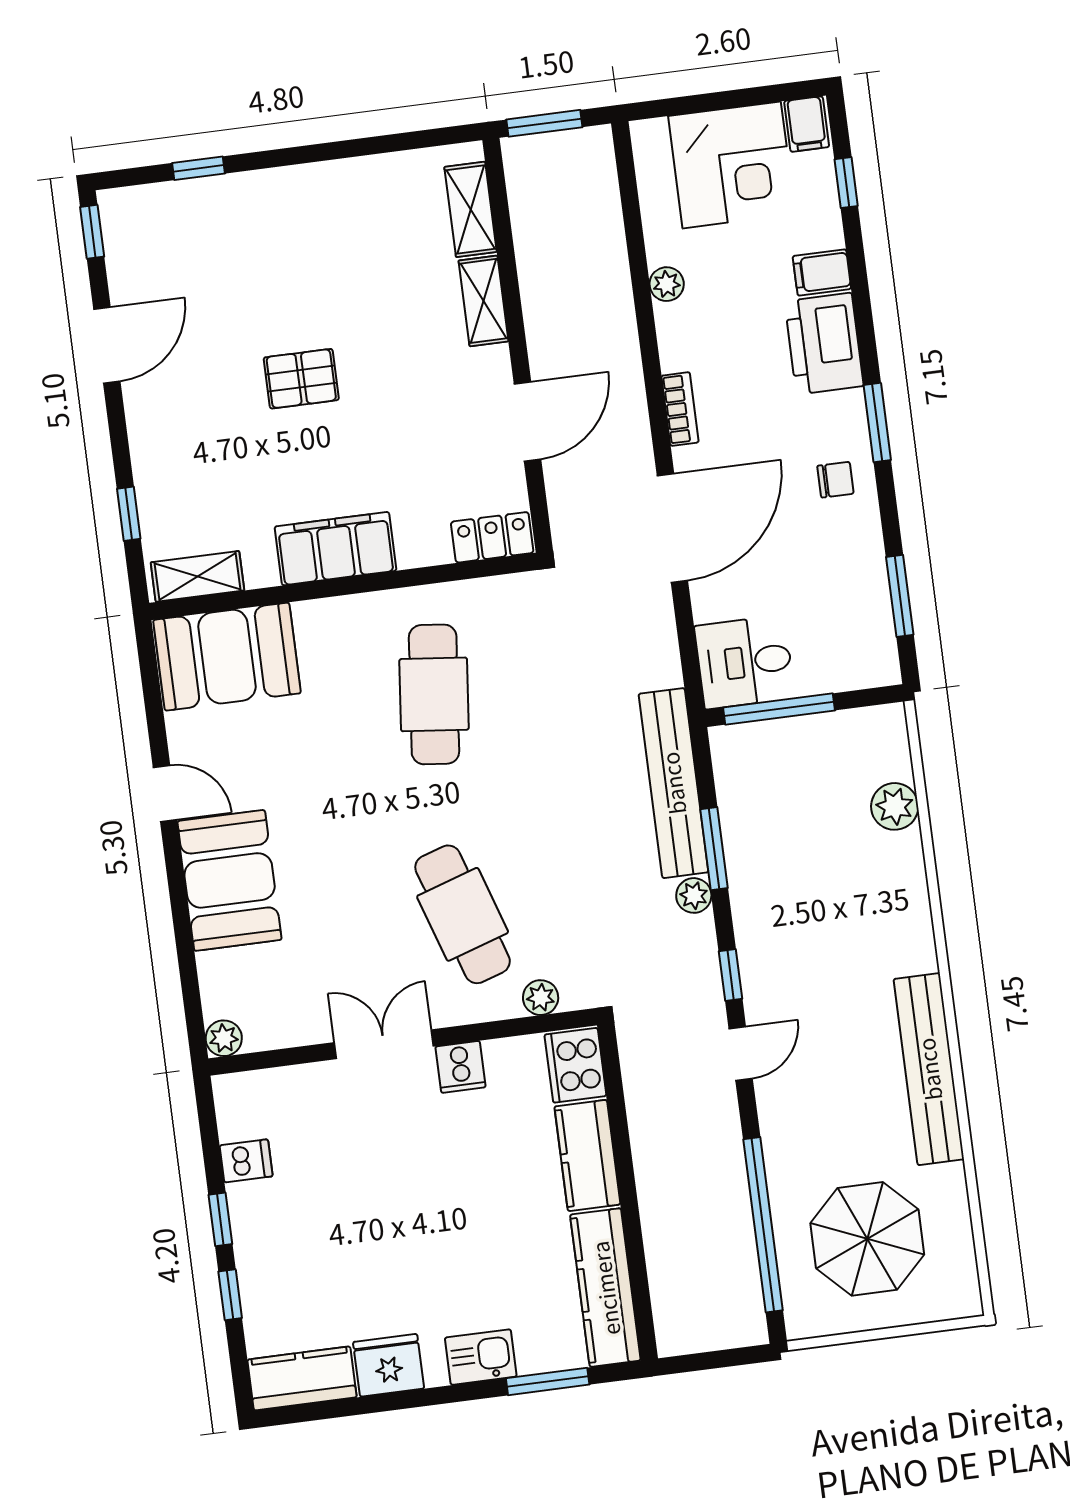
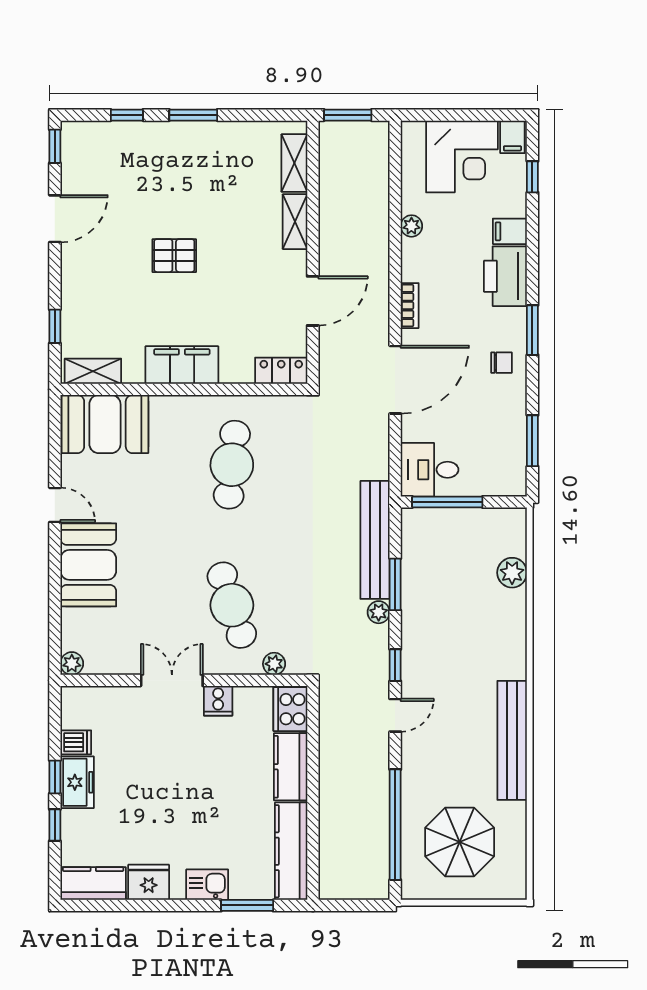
window: (302, 155) -> (193, 115), added
freezer: (256, 1223) -> (77, 782), added

